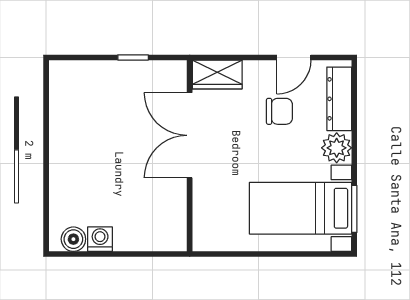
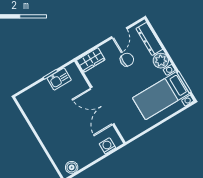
kitchen sink: (143, 75) -> (59, 79), added
double door: (190, 135) -> (102, 106), moved
washing machine: (100, 239) -> (107, 146), moved

